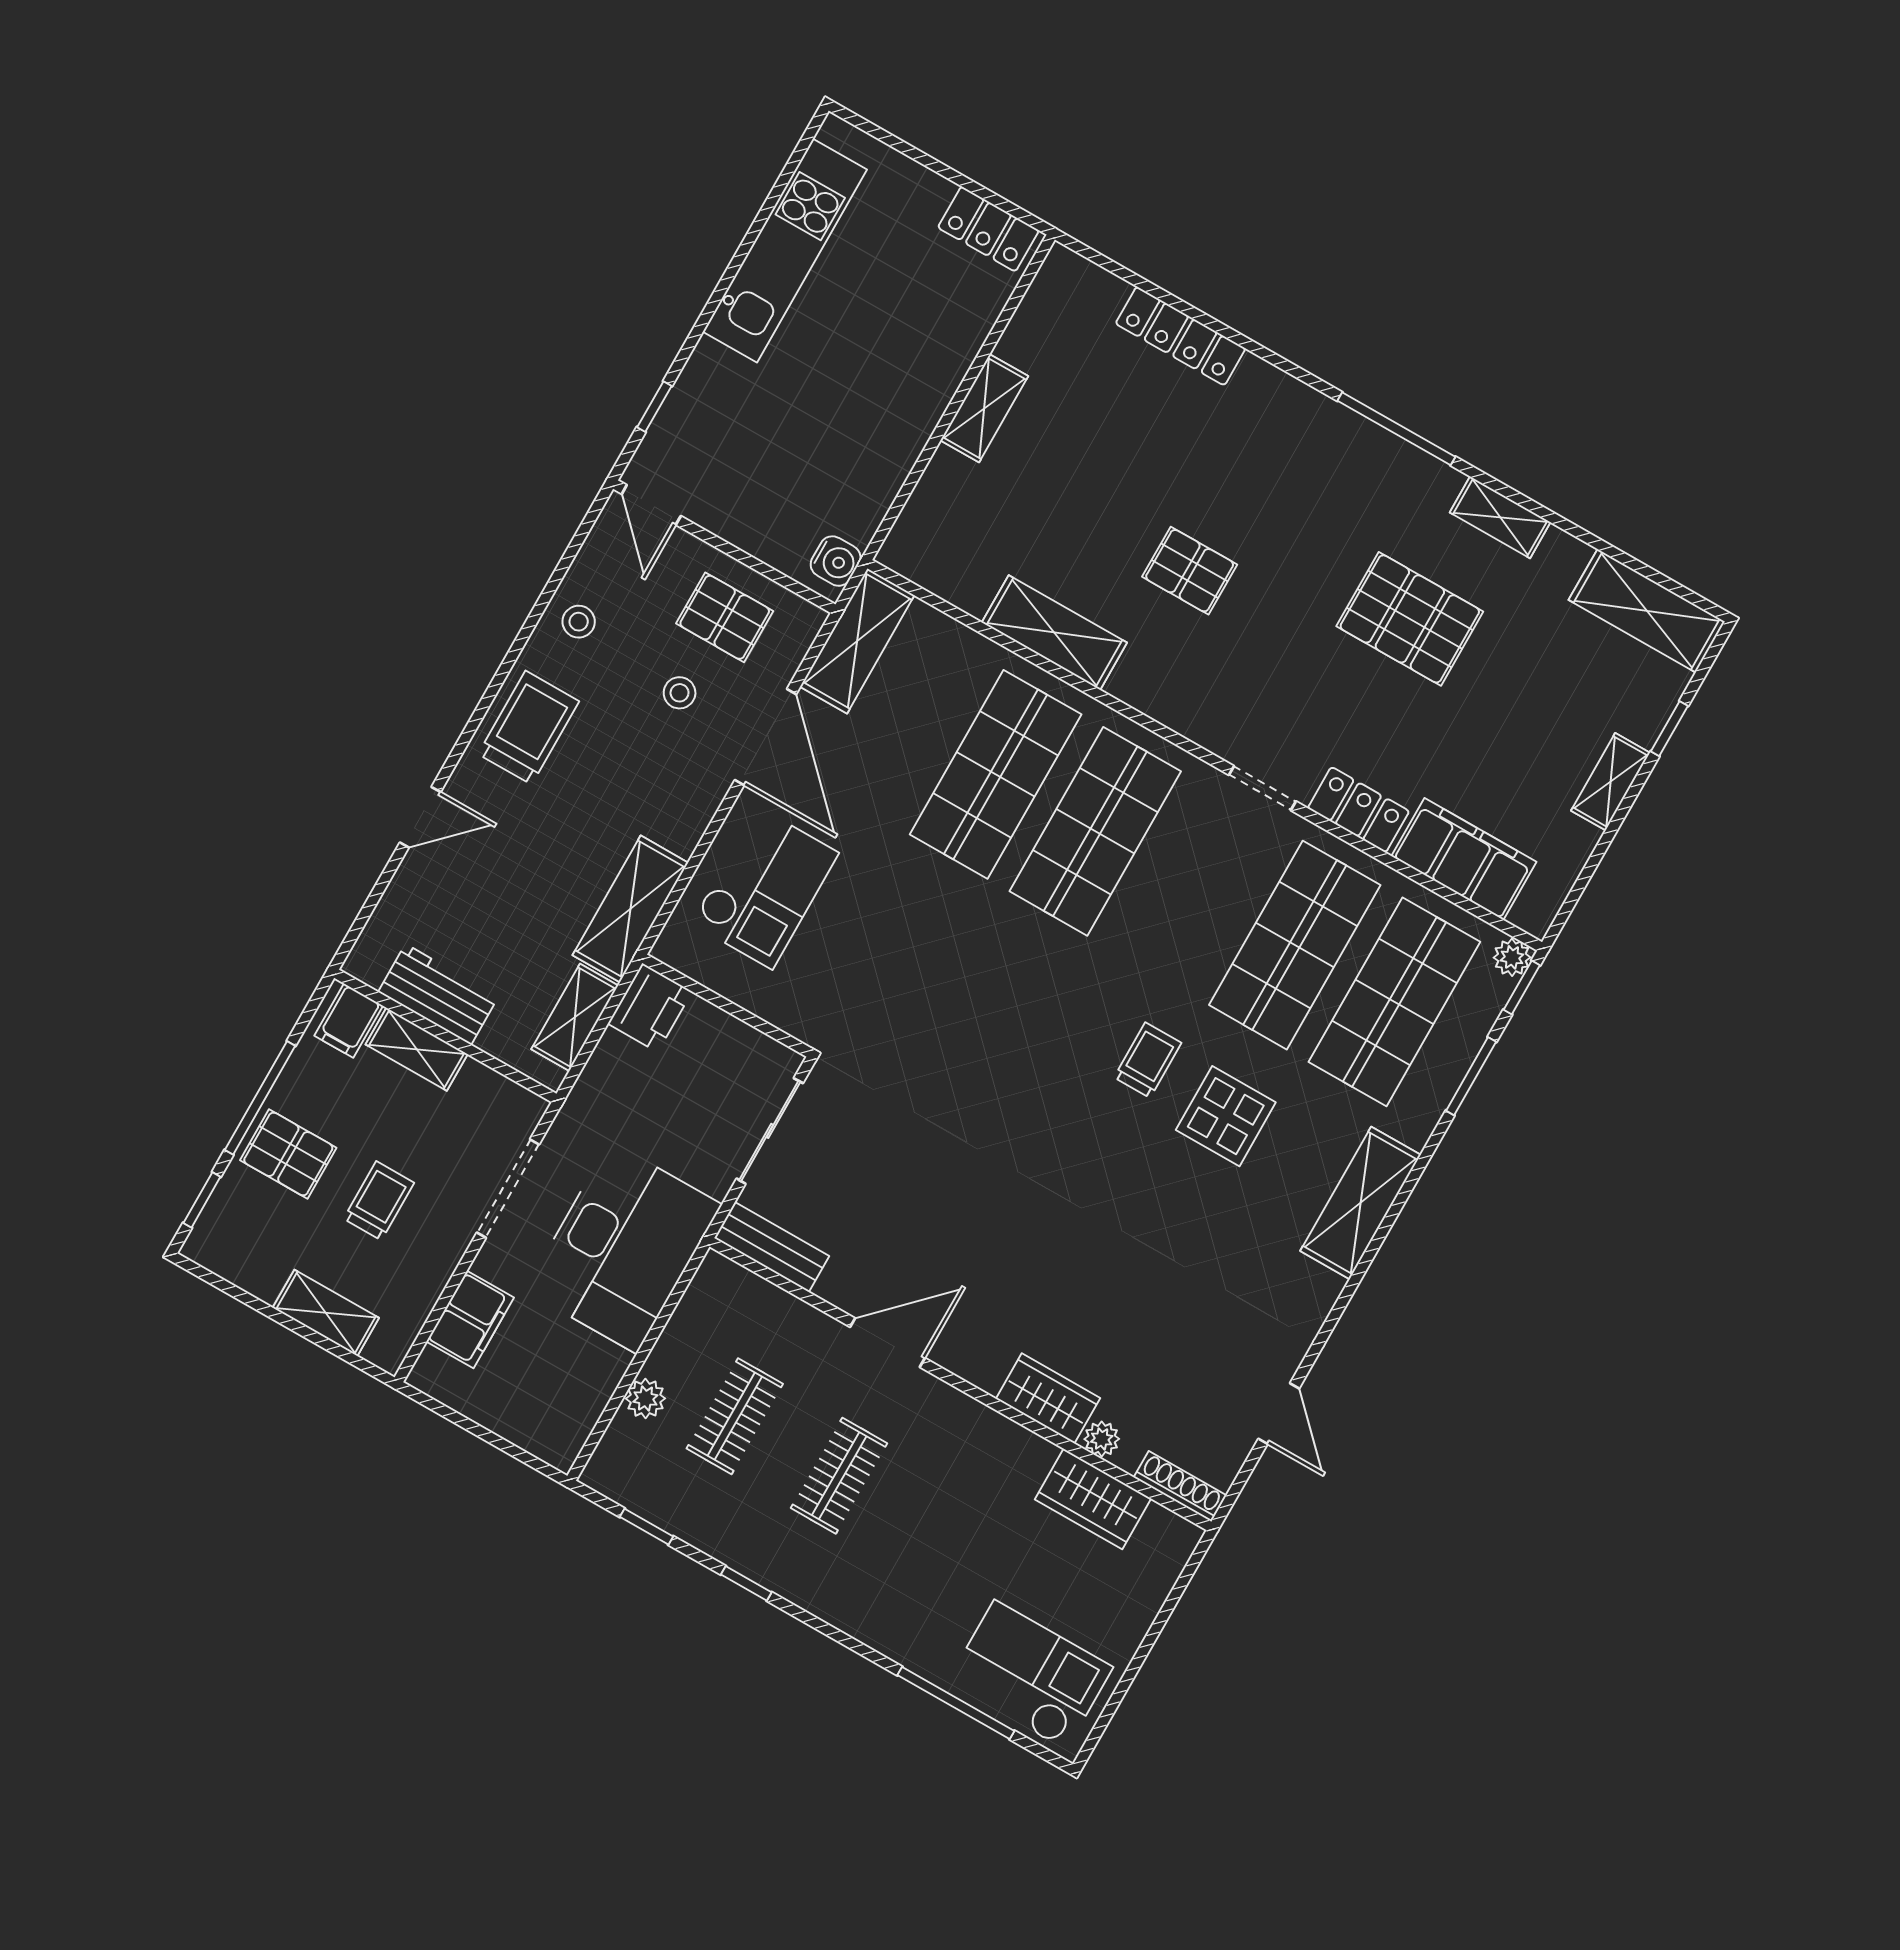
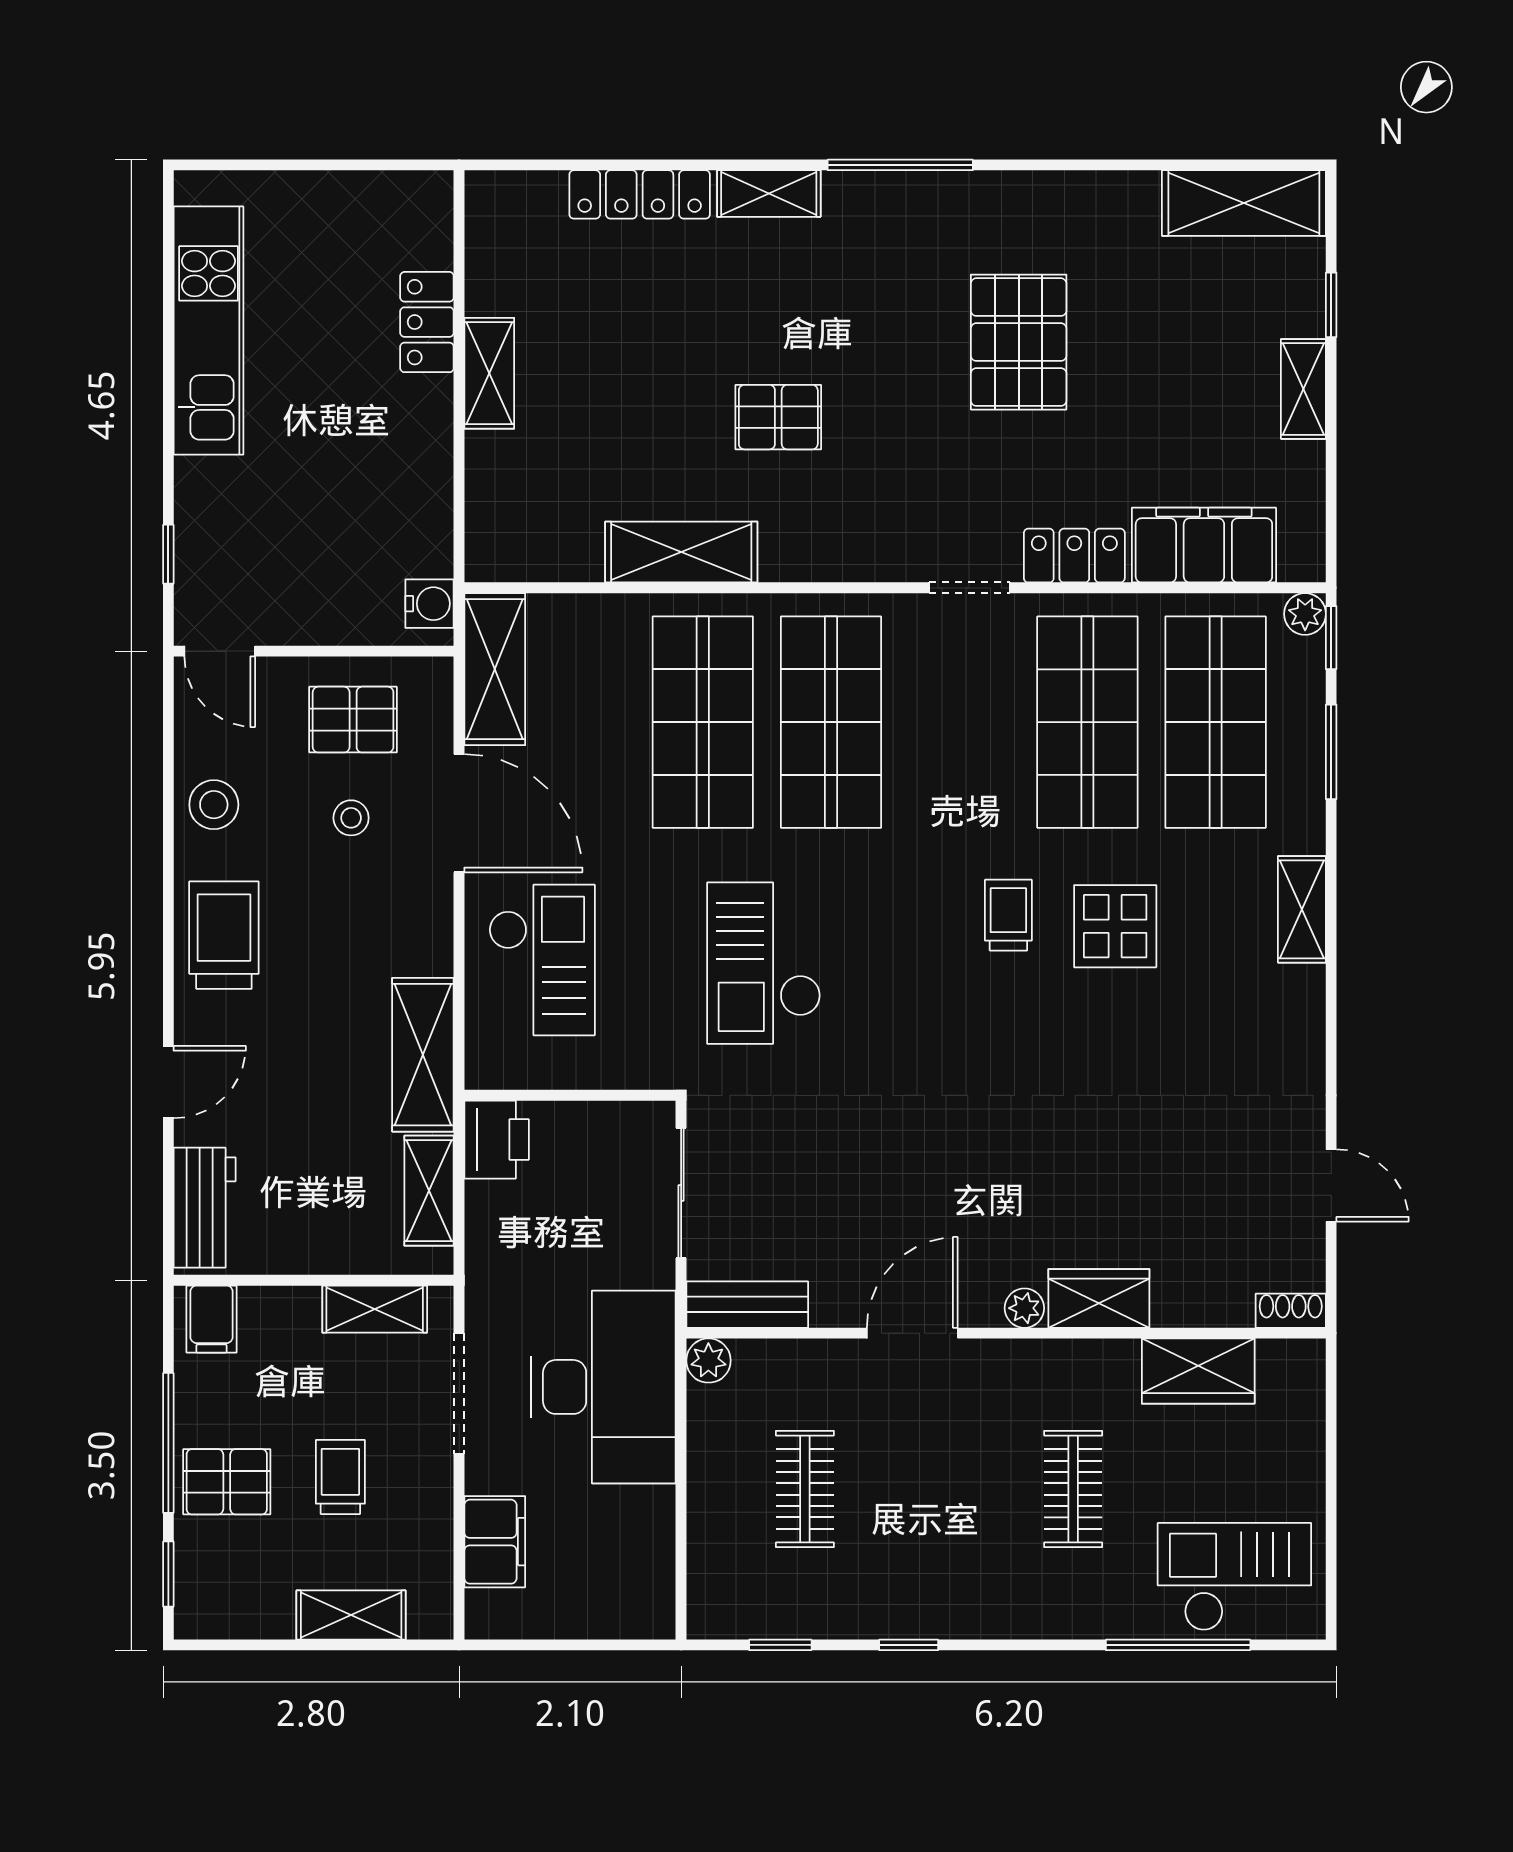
locker: (988, 229) -> (427, 322), moved, turned 90
shelving: (1500, 517) -> (769, 194), moved
pallet: (1410, 619) -> (1019, 342), turned 90
stool: (579, 622) -> (214, 805), width x1.37, depth x1.37
checkout: (936, 989) -> (764, 963), added
workbench: (438, 994) -> (205, 1208), moved, turned 90
shelving: (417, 1049) -> (375, 1309), moved
shelving: (1360, 1203) -> (1302, 909), width x0.67, depth x0.75
plant: (645, 1399) -> (708, 1361), moved
plant: (1102, 1439) -> (1024, 1308), moved
clothes rail: (839, 1476) -> (1073, 1489), moved
shoe rack: (1180, 1486) -> (1291, 1311), width x0.70

